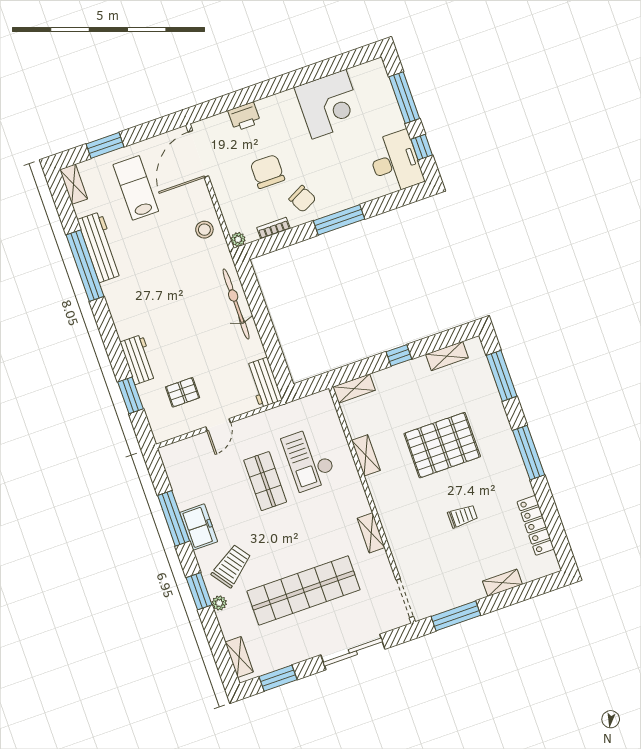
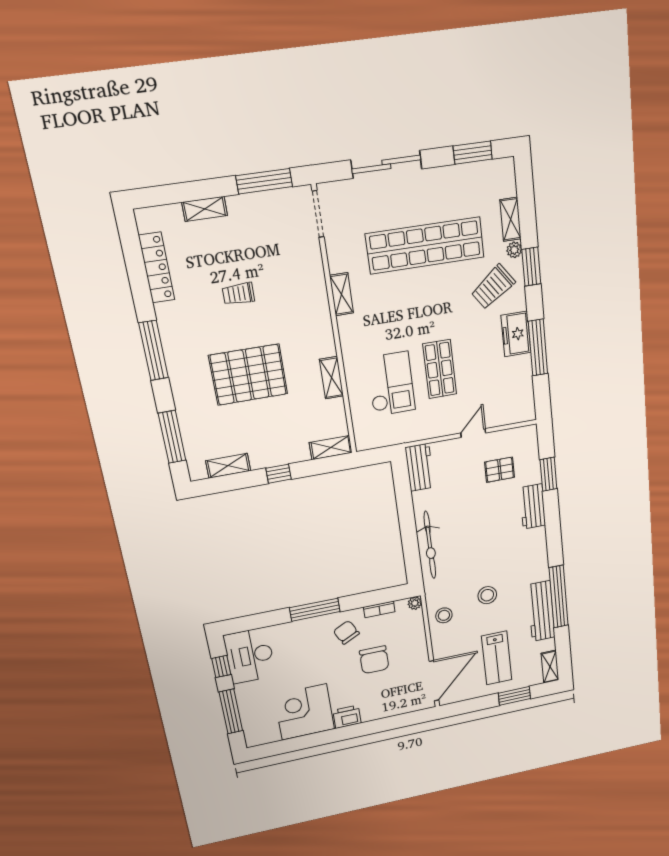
printer: (244, 117) -> (347, 717), moved
stool: (163, 258) -> (487, 595), added
shelving: (239, 657) -> (511, 219), moved

